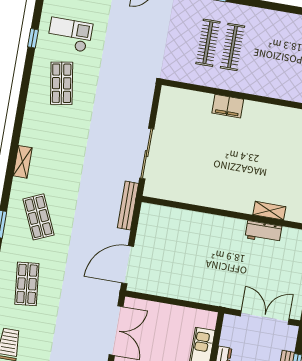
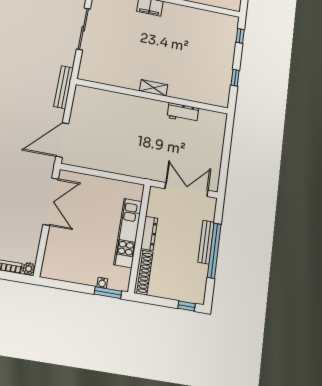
sliding door: (147, 154) -> (83, 29), moved
shelving: (269, 211) -> (154, 88), moved

